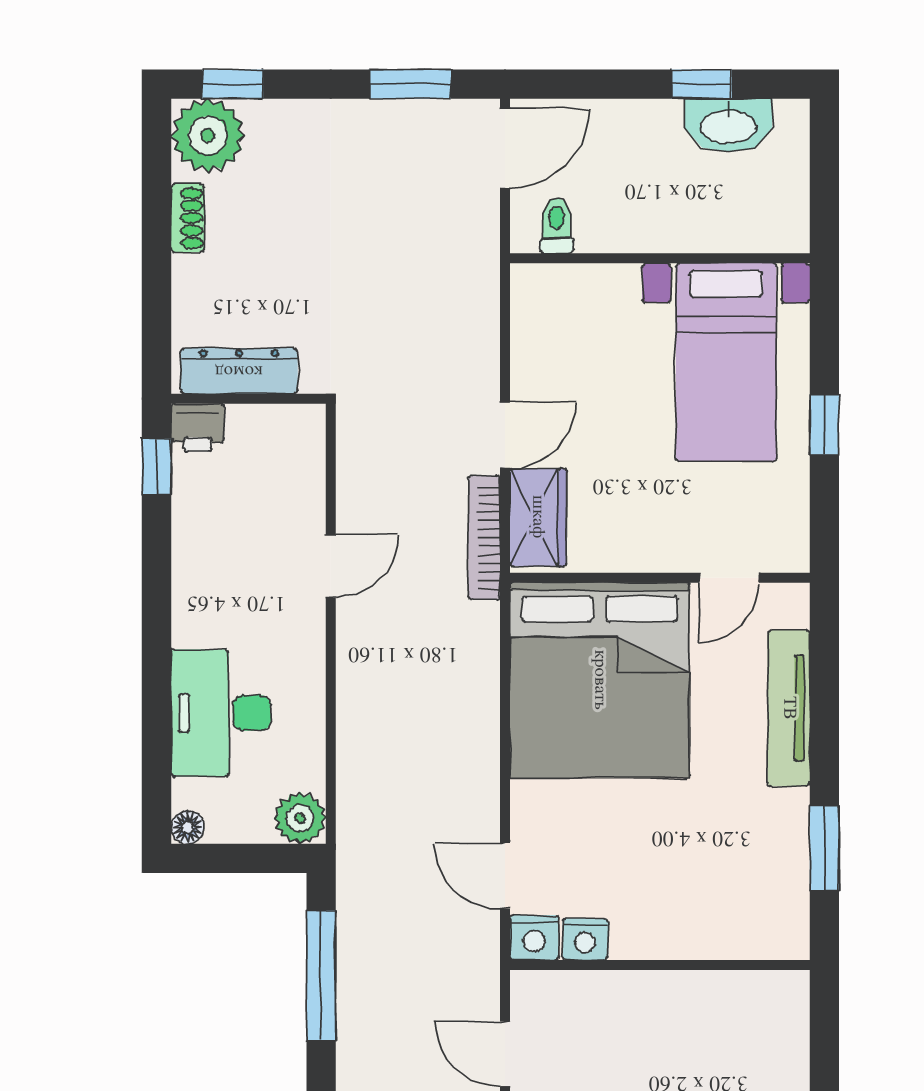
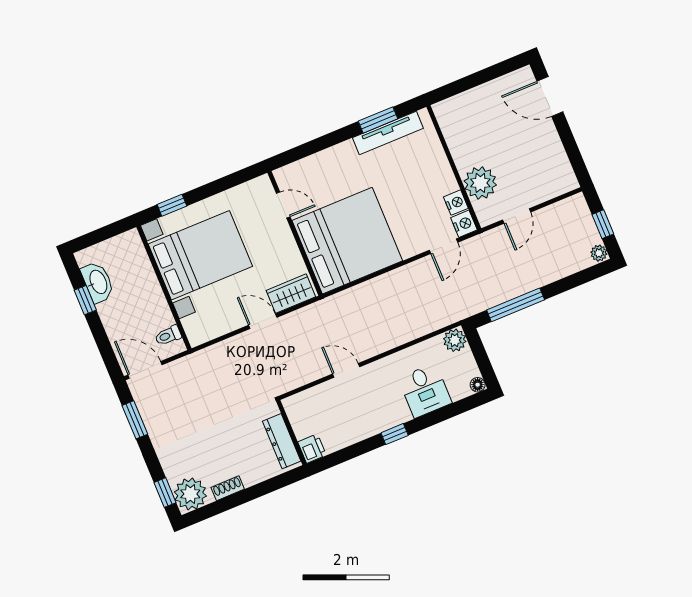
bed with nightstands: (726, 362) -> (200, 255), width x1.36
window: (824, 424) -> (172, 205), moved
window: (156, 466) -> (395, 434), moved
bookcase: (484, 538) -> (308, 312), removed
tv unit: (789, 708) -> (388, 133), moved
desk: (221, 713) -> (425, 390), width x0.73
plant: (605, 1007) -> (480, 183), added

